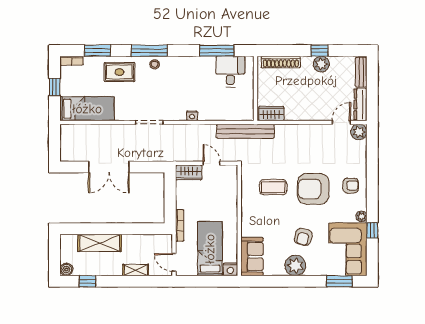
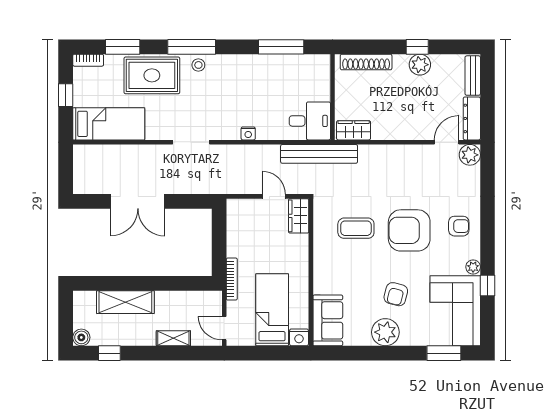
rug: (119, 72) -> (152, 75), width x1.36, depth x1.43
desk: (230, 72) -> (310, 121), moved, turned 90
wardrobe: (189, 172) -> (299, 216), moved, turned 90

